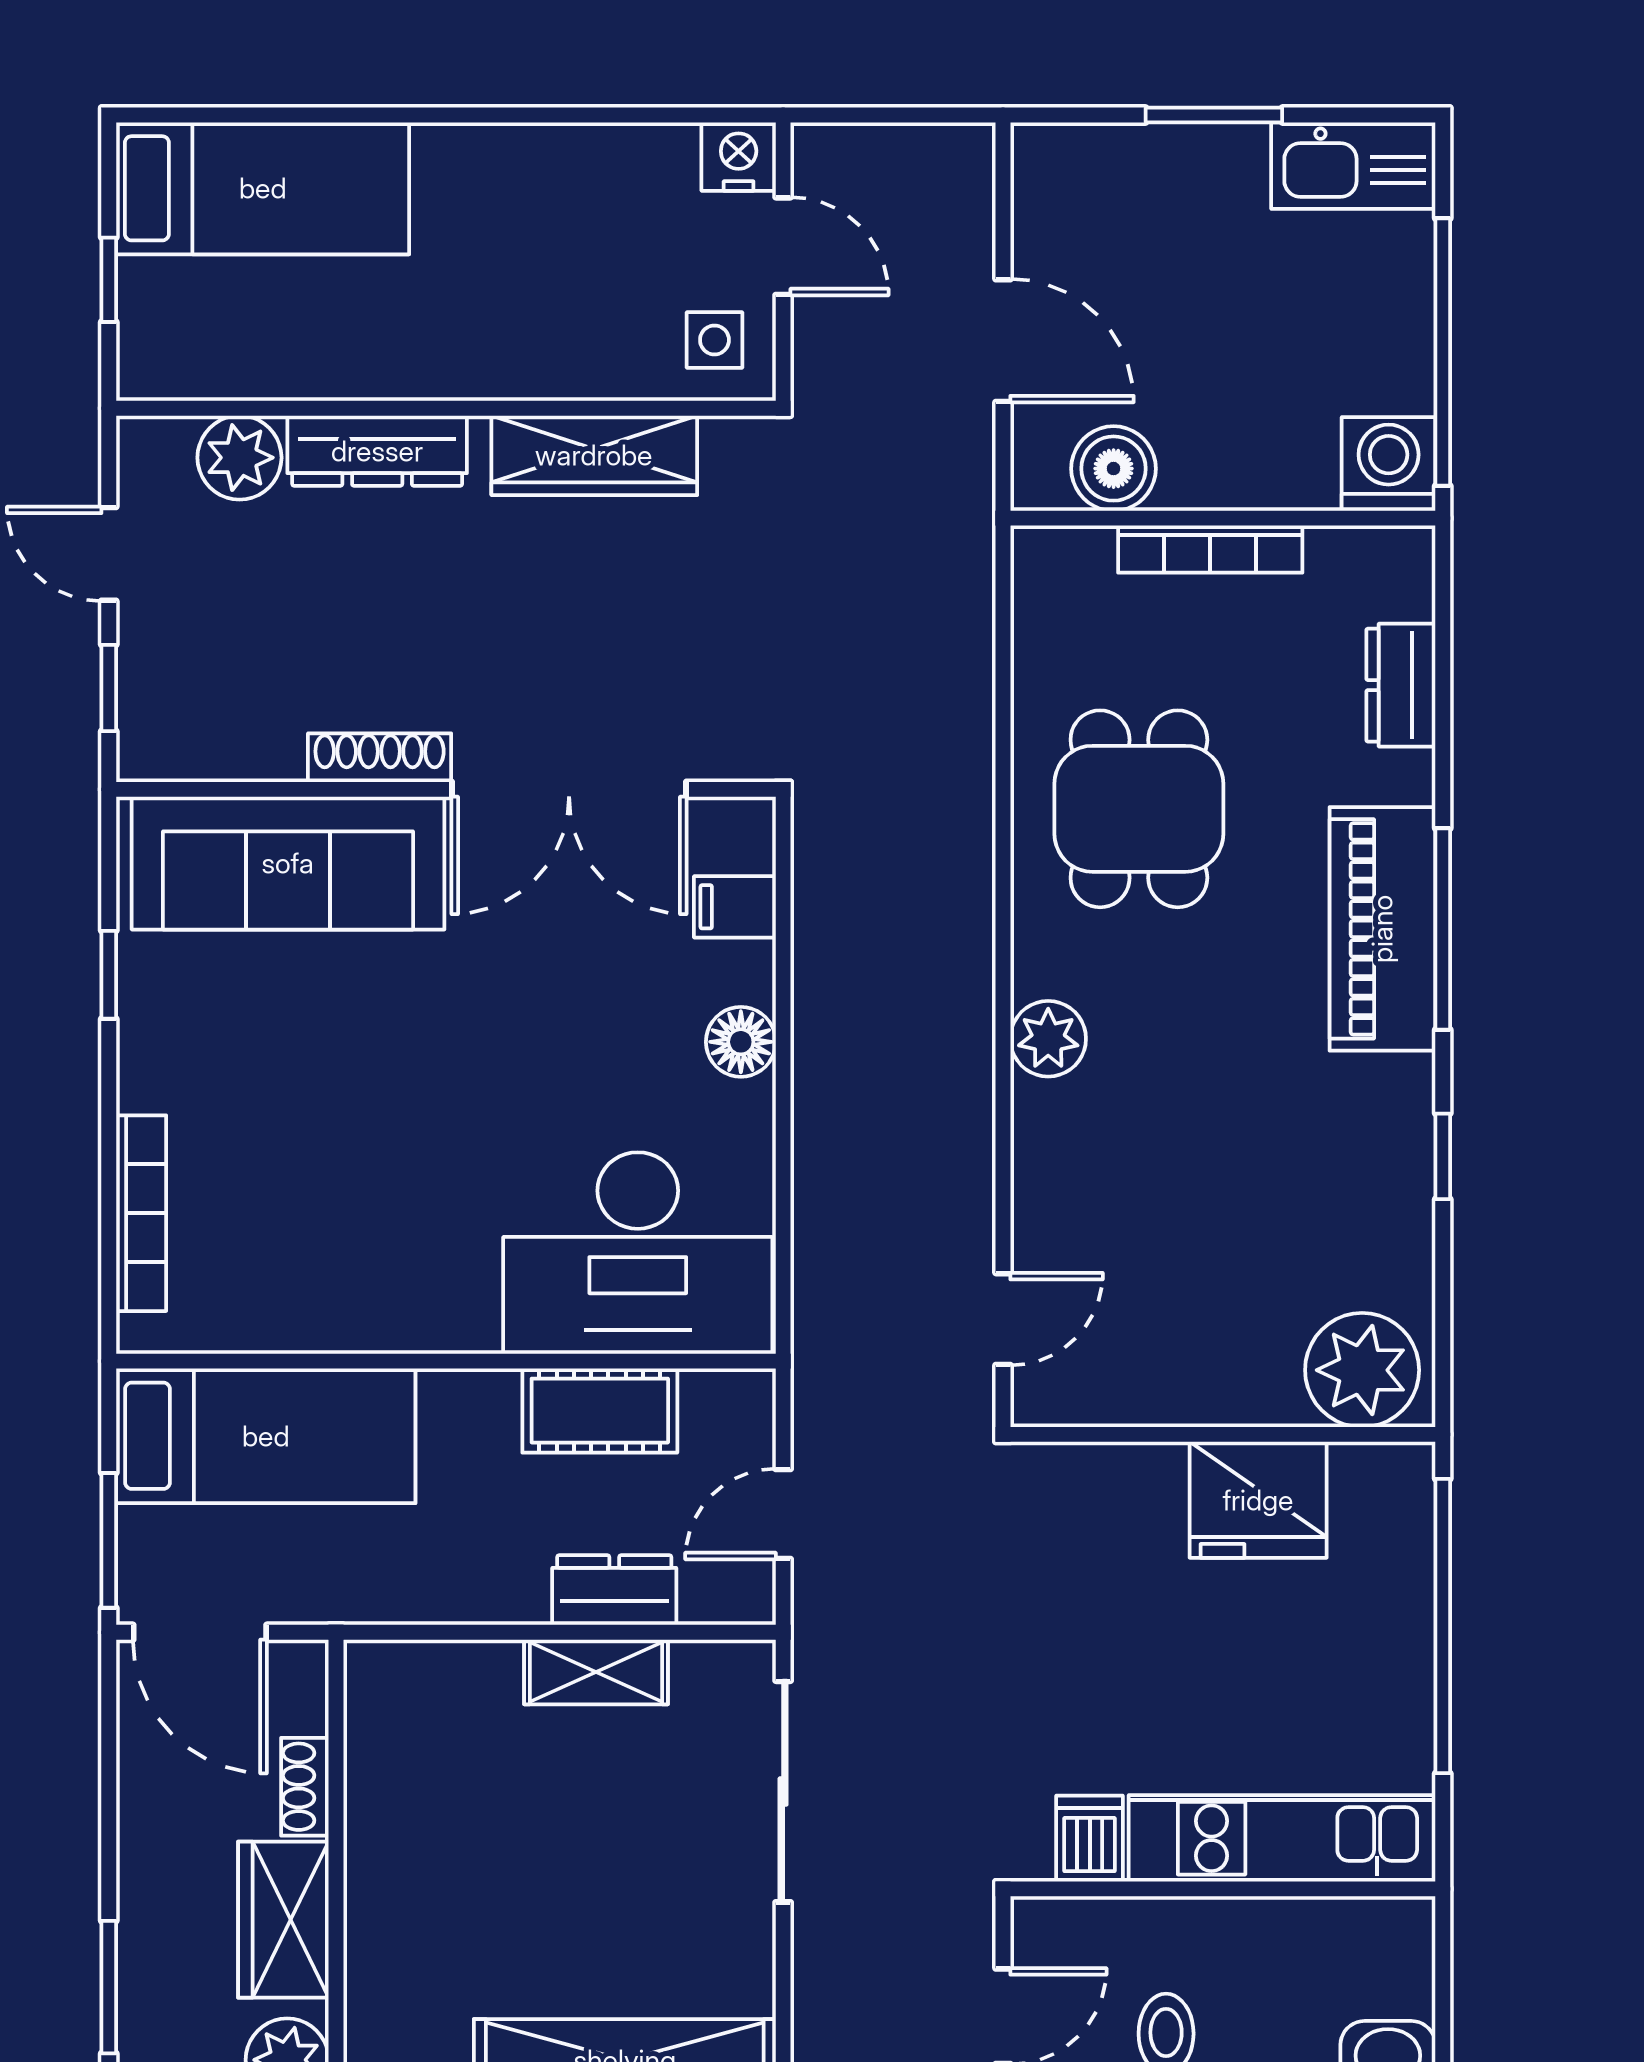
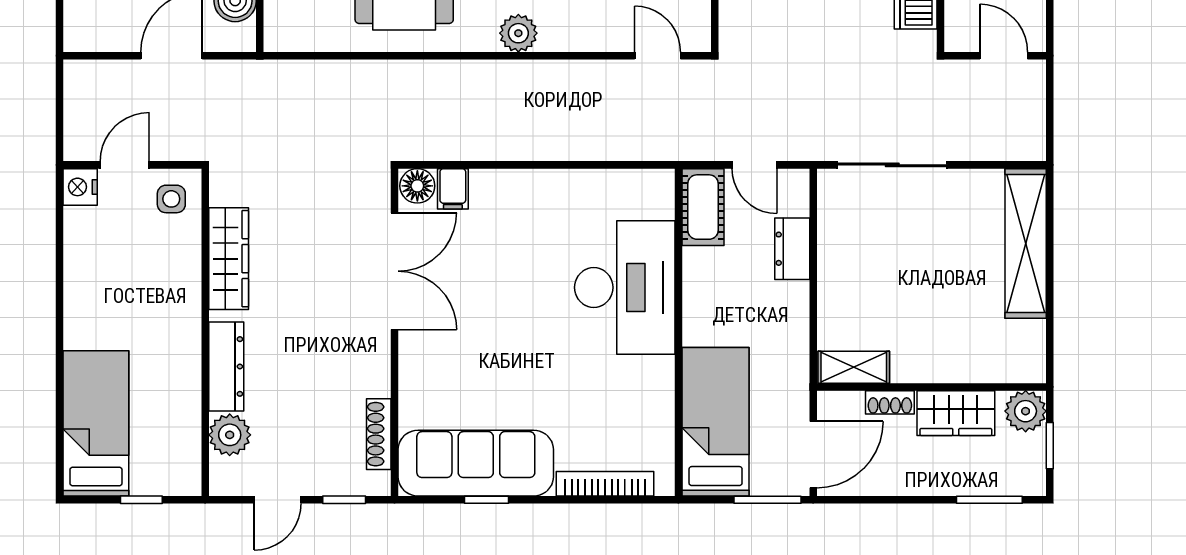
shoe rack: (380, 758) -> (379, 434), moved
sofa: (288, 863) -> (476, 463), moved, turned -90
floor lamp: (741, 1042) -> (417, 186), moved
desk: (638, 1253) -> (625, 287), moved
cot: (600, 1411) -> (703, 207), moved
shelving: (596, 1672) -> (854, 367), moved, turned 90

